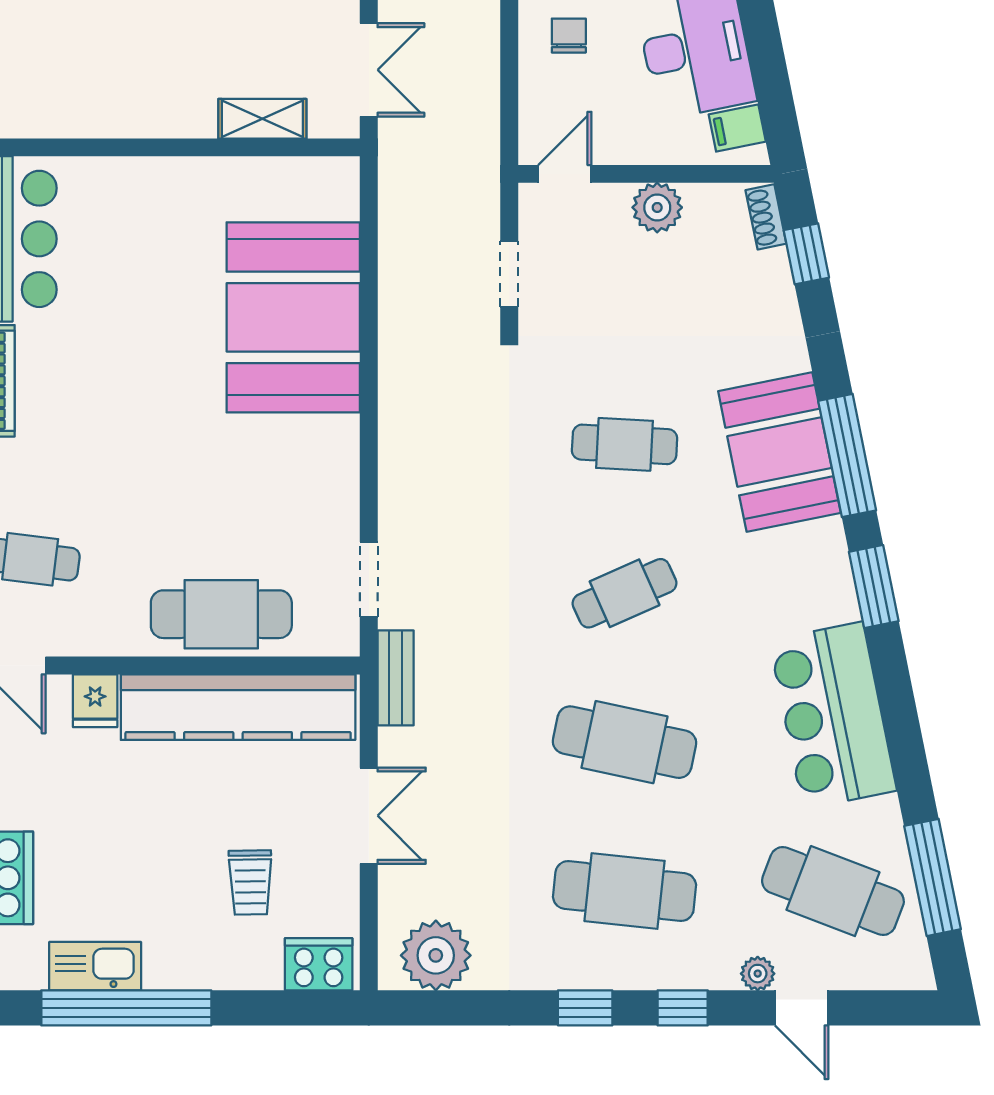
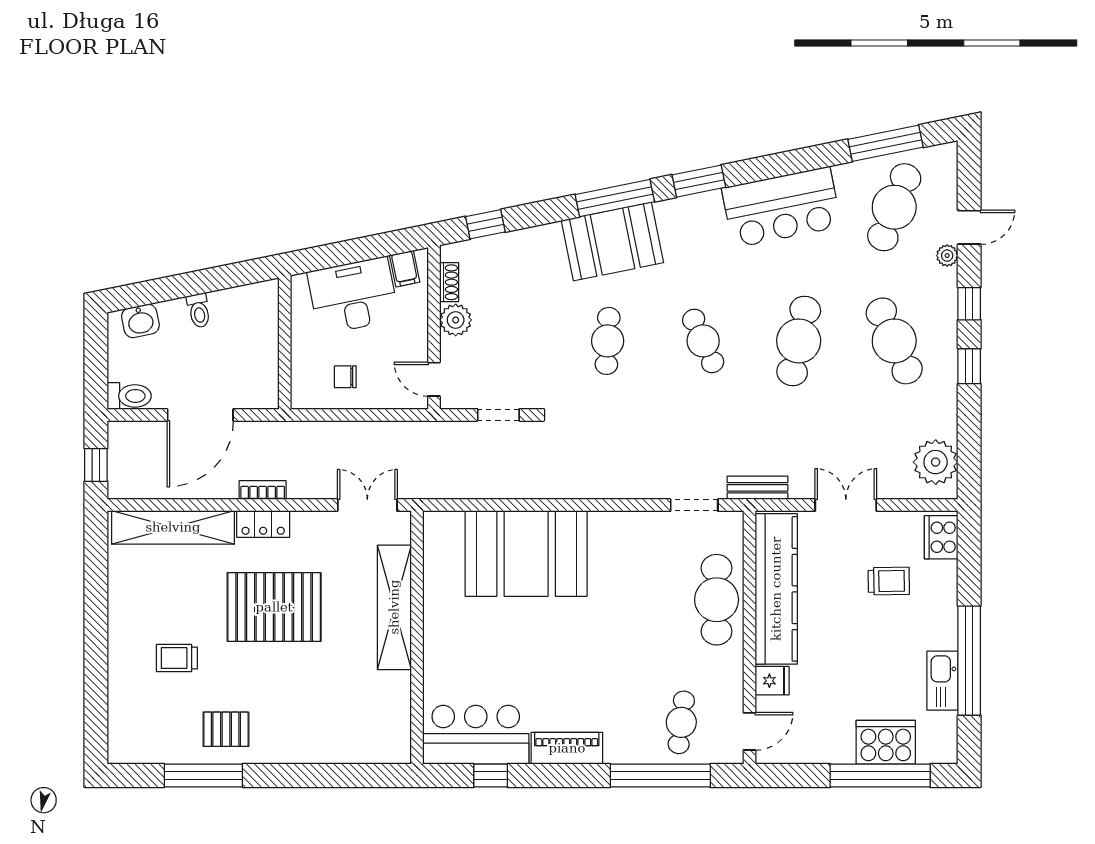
shelving: (262, 119) -> (394, 607), width x2.20, depth x1.33
shoe rack: (766, 217) -> (449, 282), moved, turned -79
cafe table: (625, 891) -> (894, 341), turned -30

